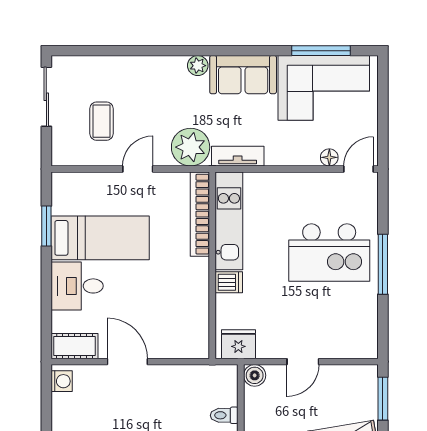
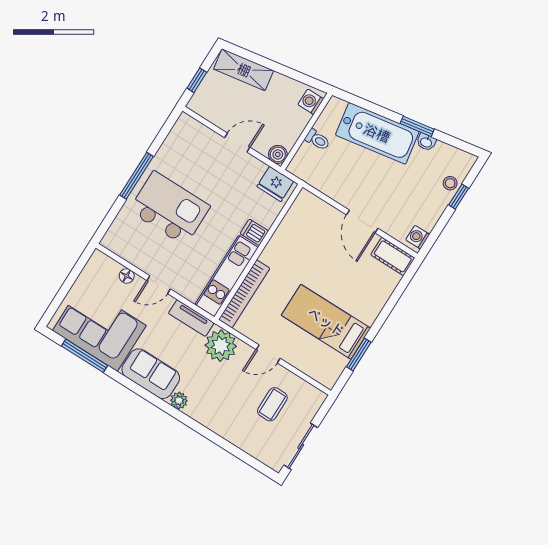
door: (359, 169) -> (159, 285), moved
desk: (77, 286) -> (364, 298), removed
window: (383, 399) -> (197, 80), width x0.67

